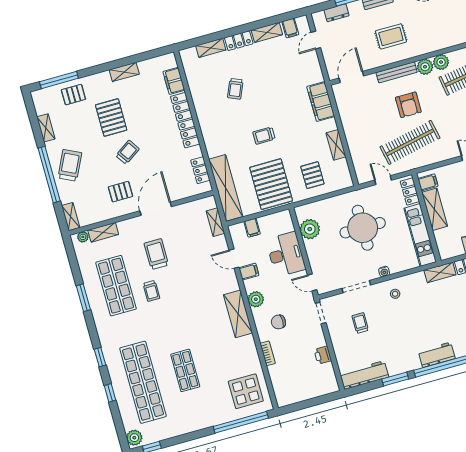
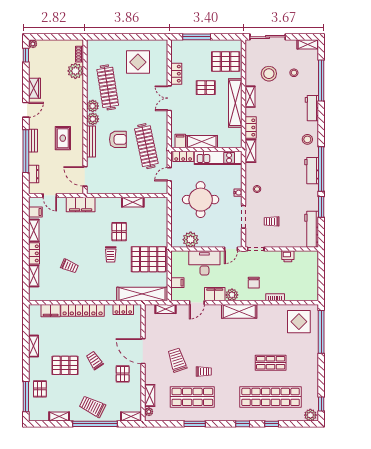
filing cabinet: (321, 102) -> (81, 205), moved
pallet: (312, 175) -> (119, 232), moved, turned 90
trolley: (156, 254) -> (177, 360), turned 72
filing cabinet: (249, 272) -> (215, 294), width x2.00

